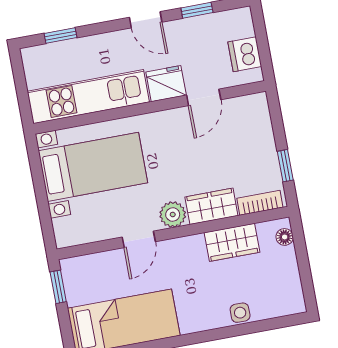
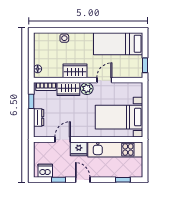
dishwasher: (245, 54) -> (45, 171), moved, turned -90
dresser: (263, 134) -> (39, 118), added
wardrobe: (232, 242) -> (75, 71), moved

